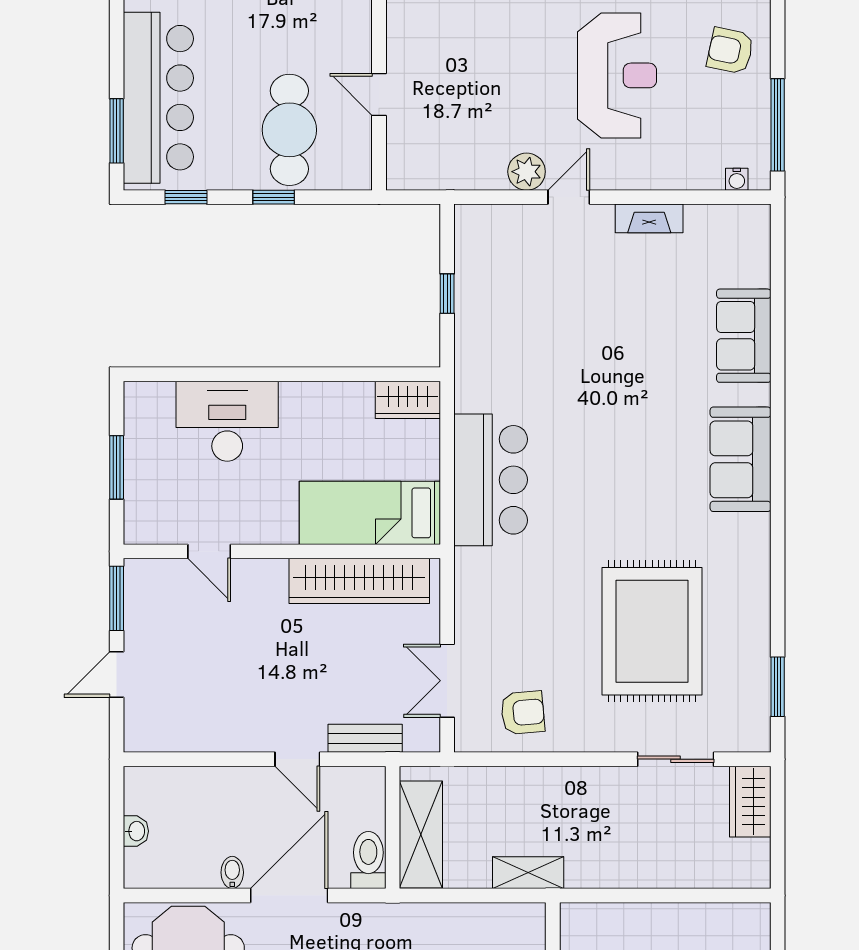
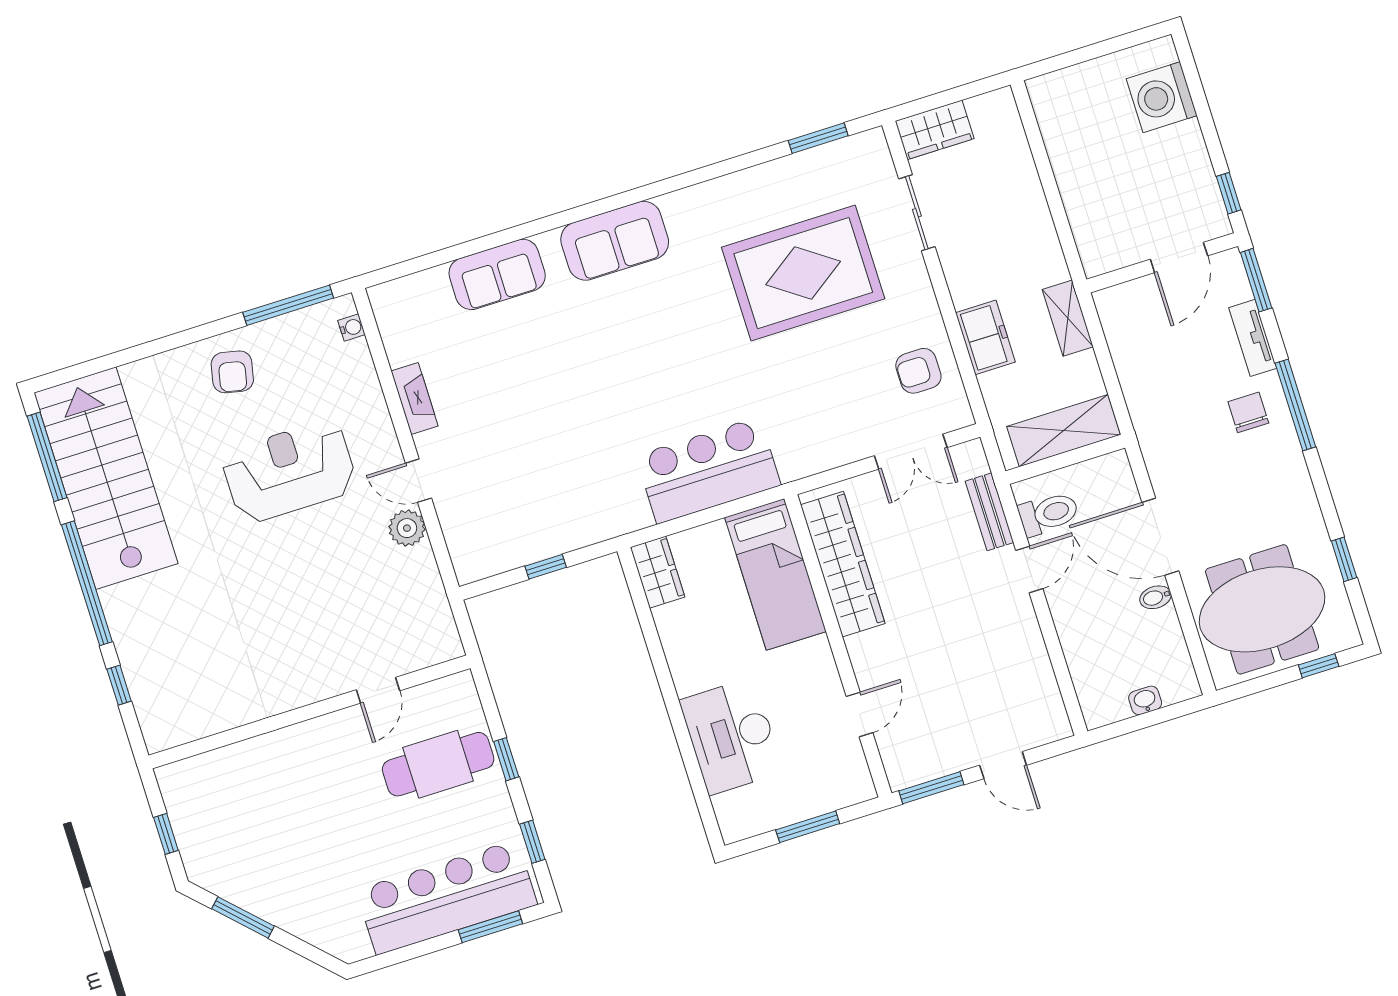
armchair: (523, 713) -> (918, 371), turned -85
freezer: (535, 787) -> (985, 337), added
toilet: (368, 860) -> (1049, 514), moved, turned 180

